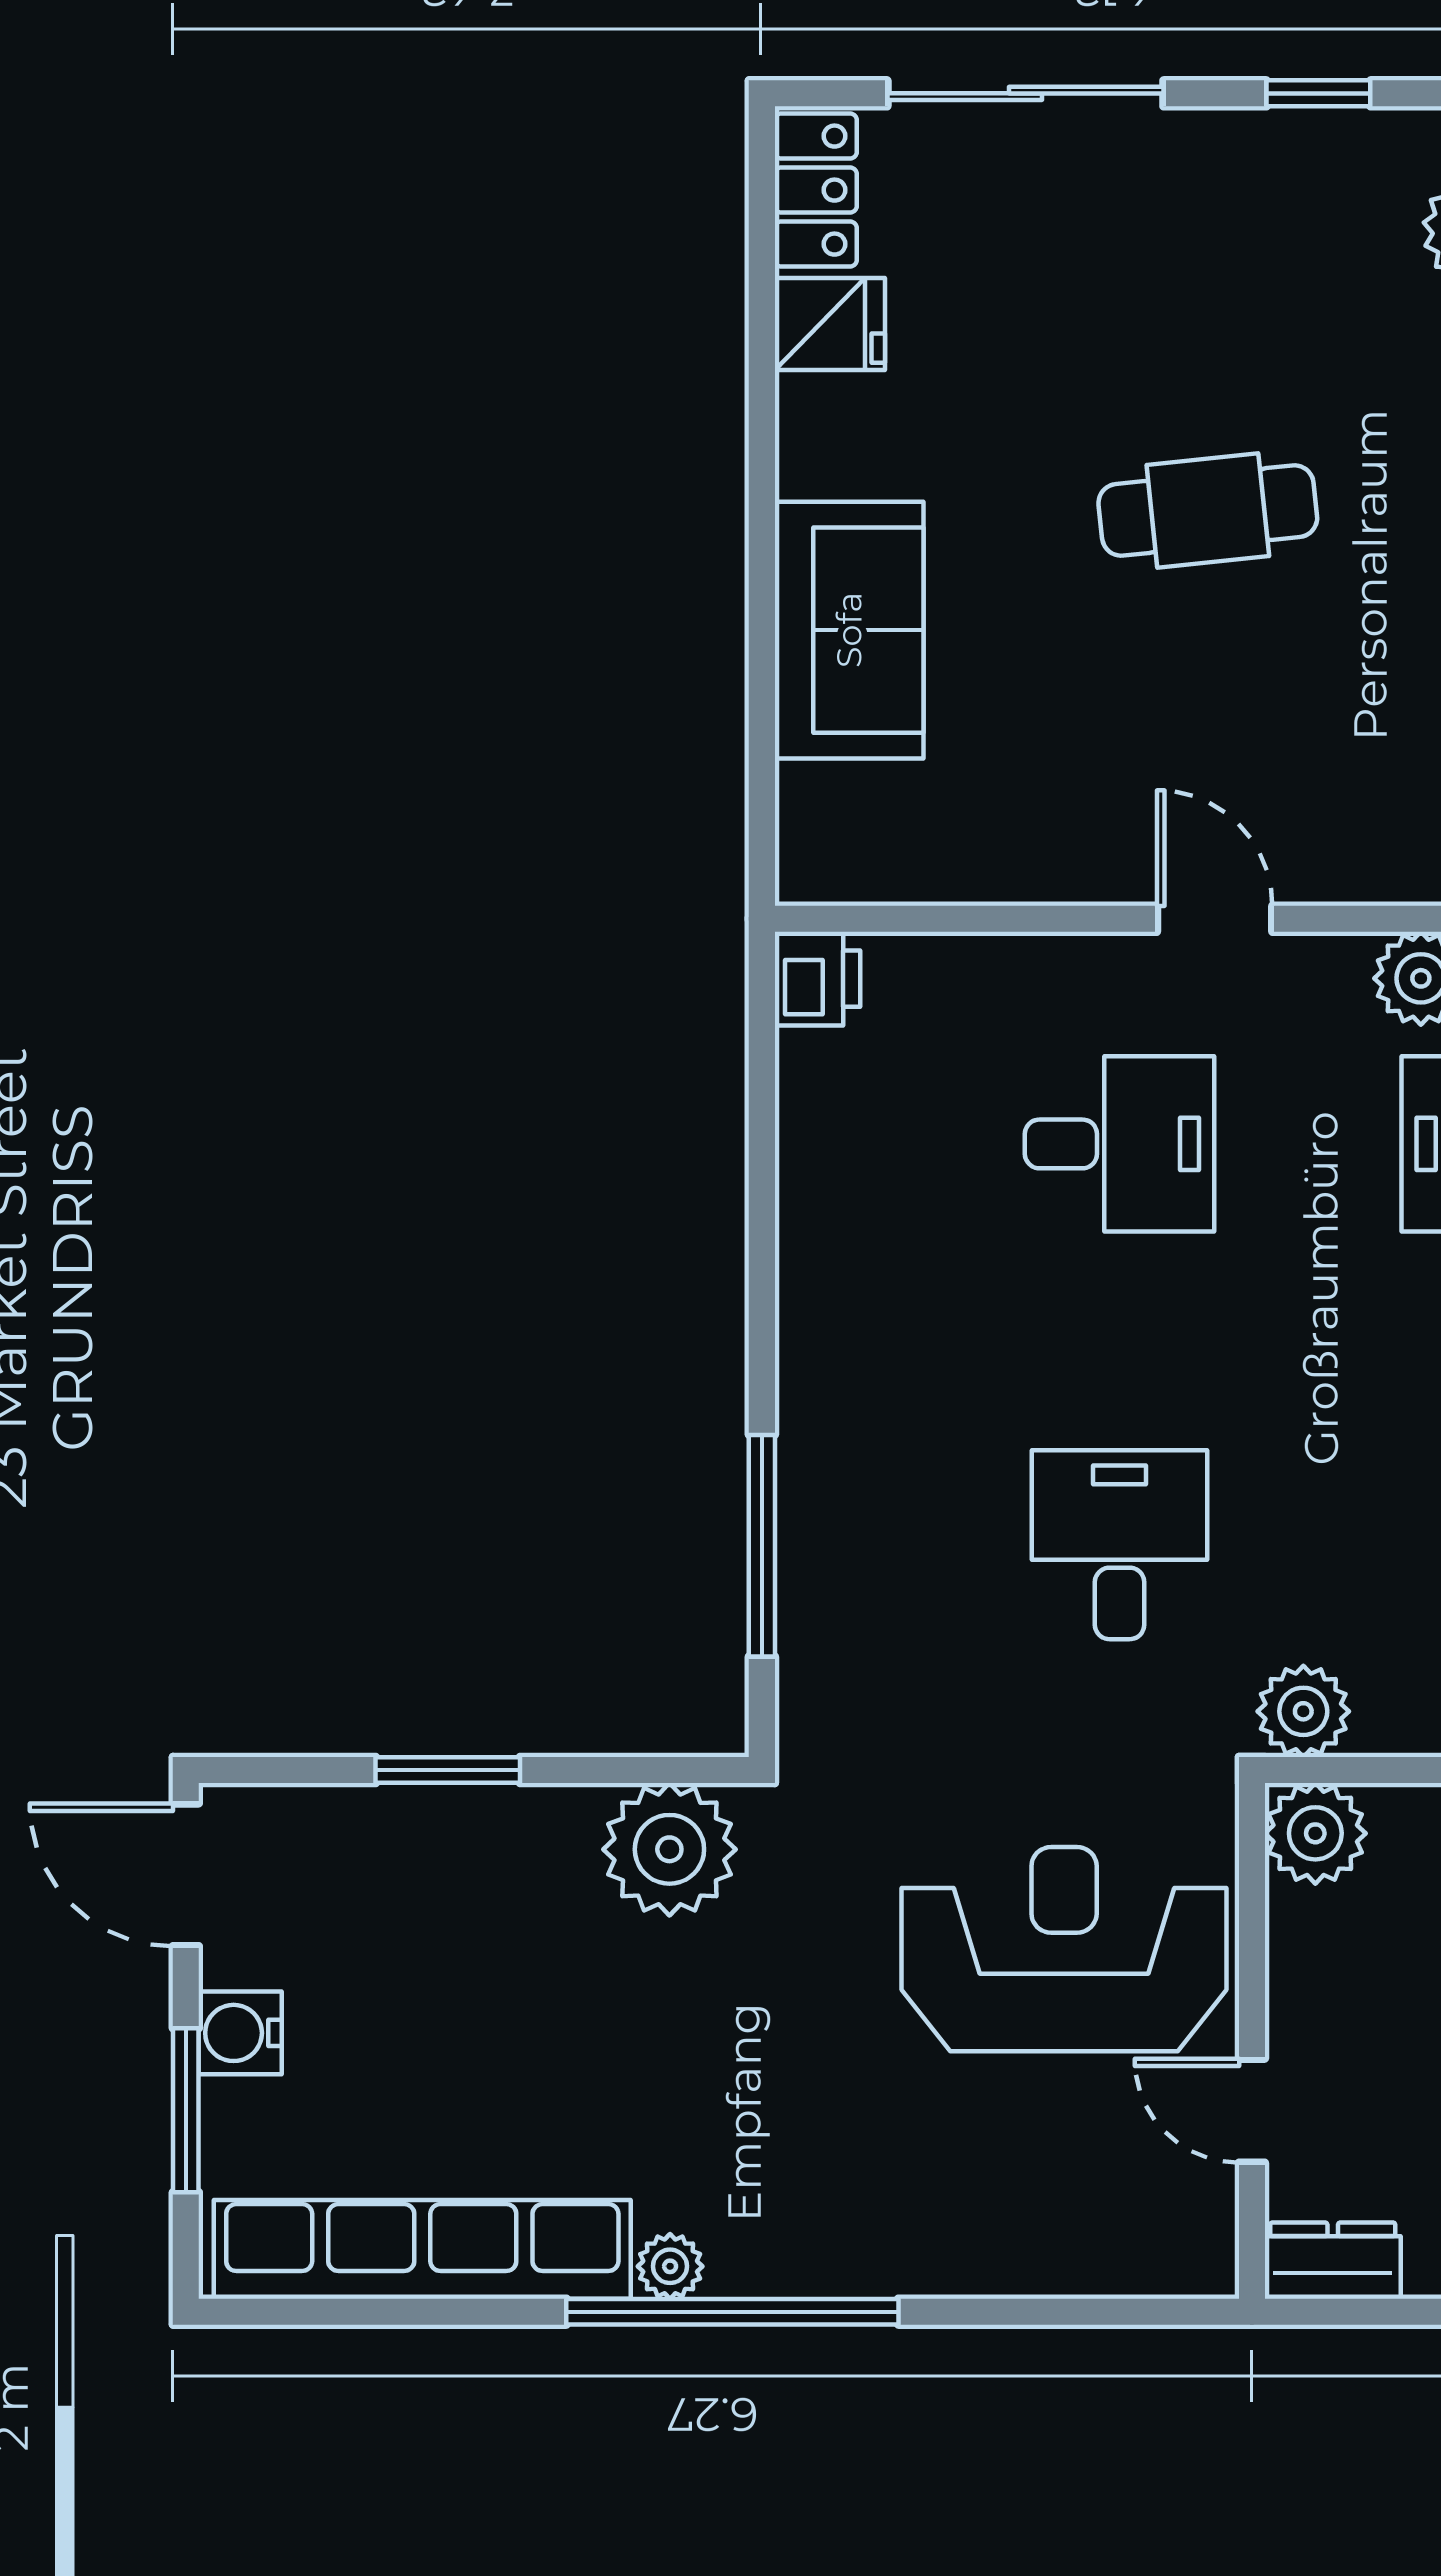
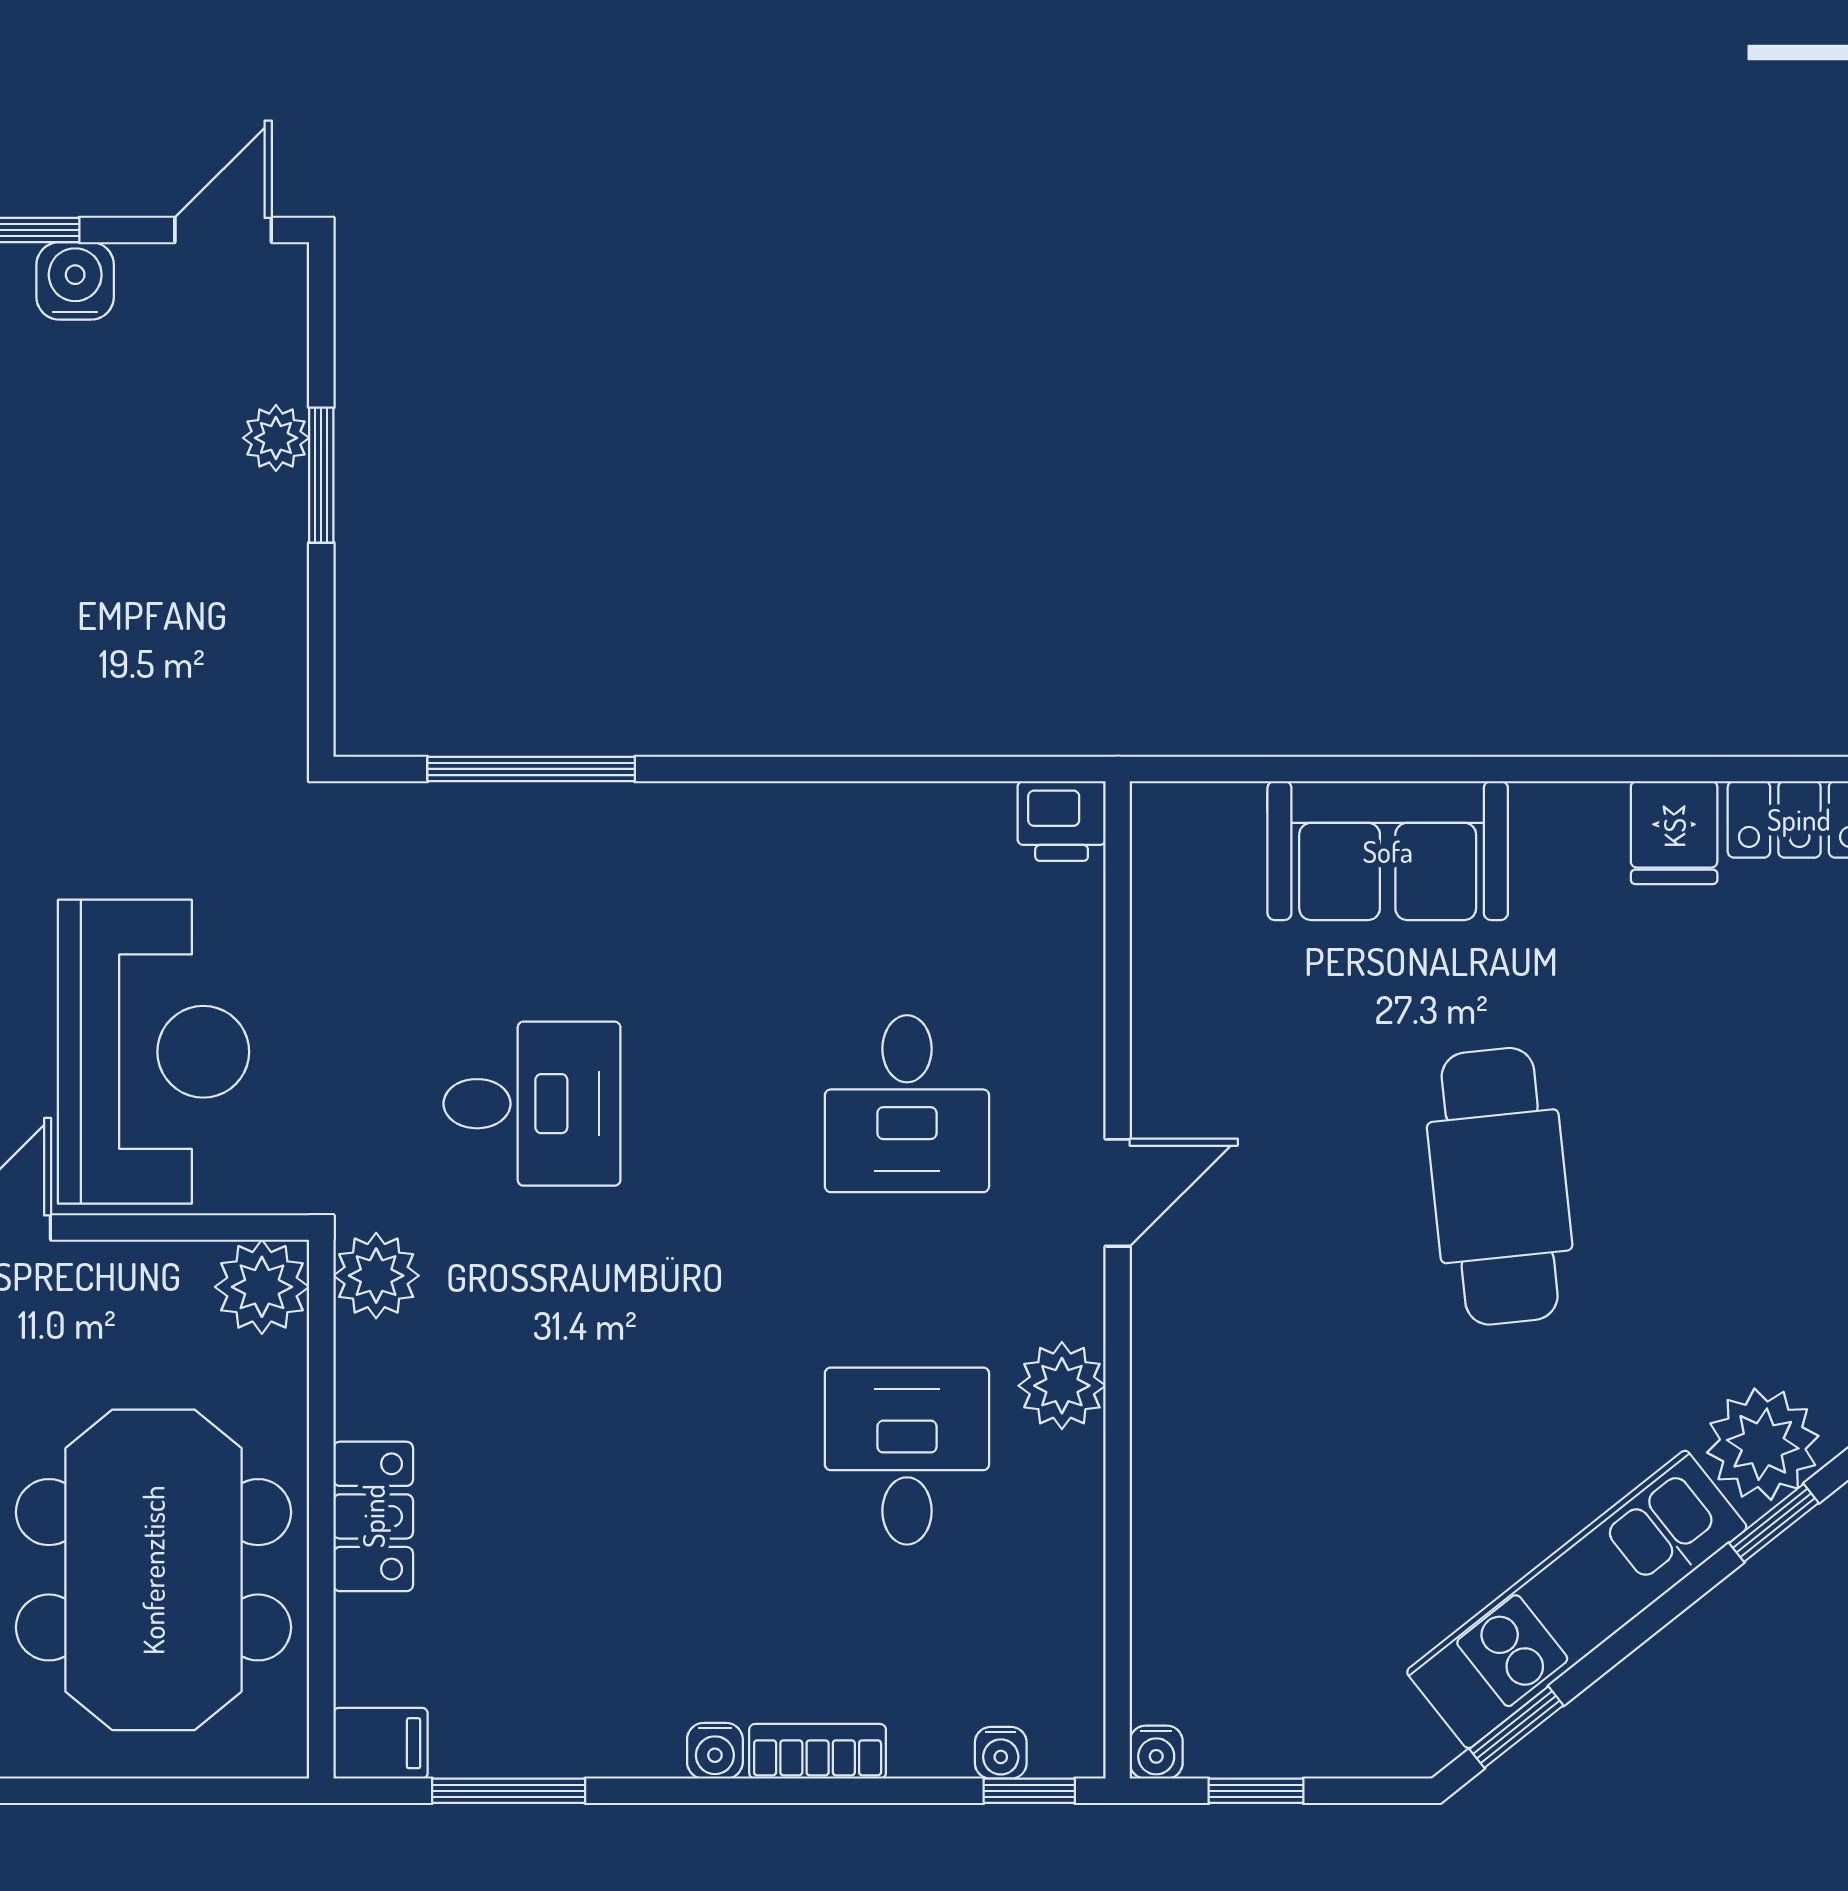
cafe table: (1208, 511) -> (1500, 1186), width x1.37, depth x1.35
plant: (669, 1849) -> (276, 438), moved, width x0.53, depth x0.53
door: (186, 1875) -> (223, 230), width x0.73

